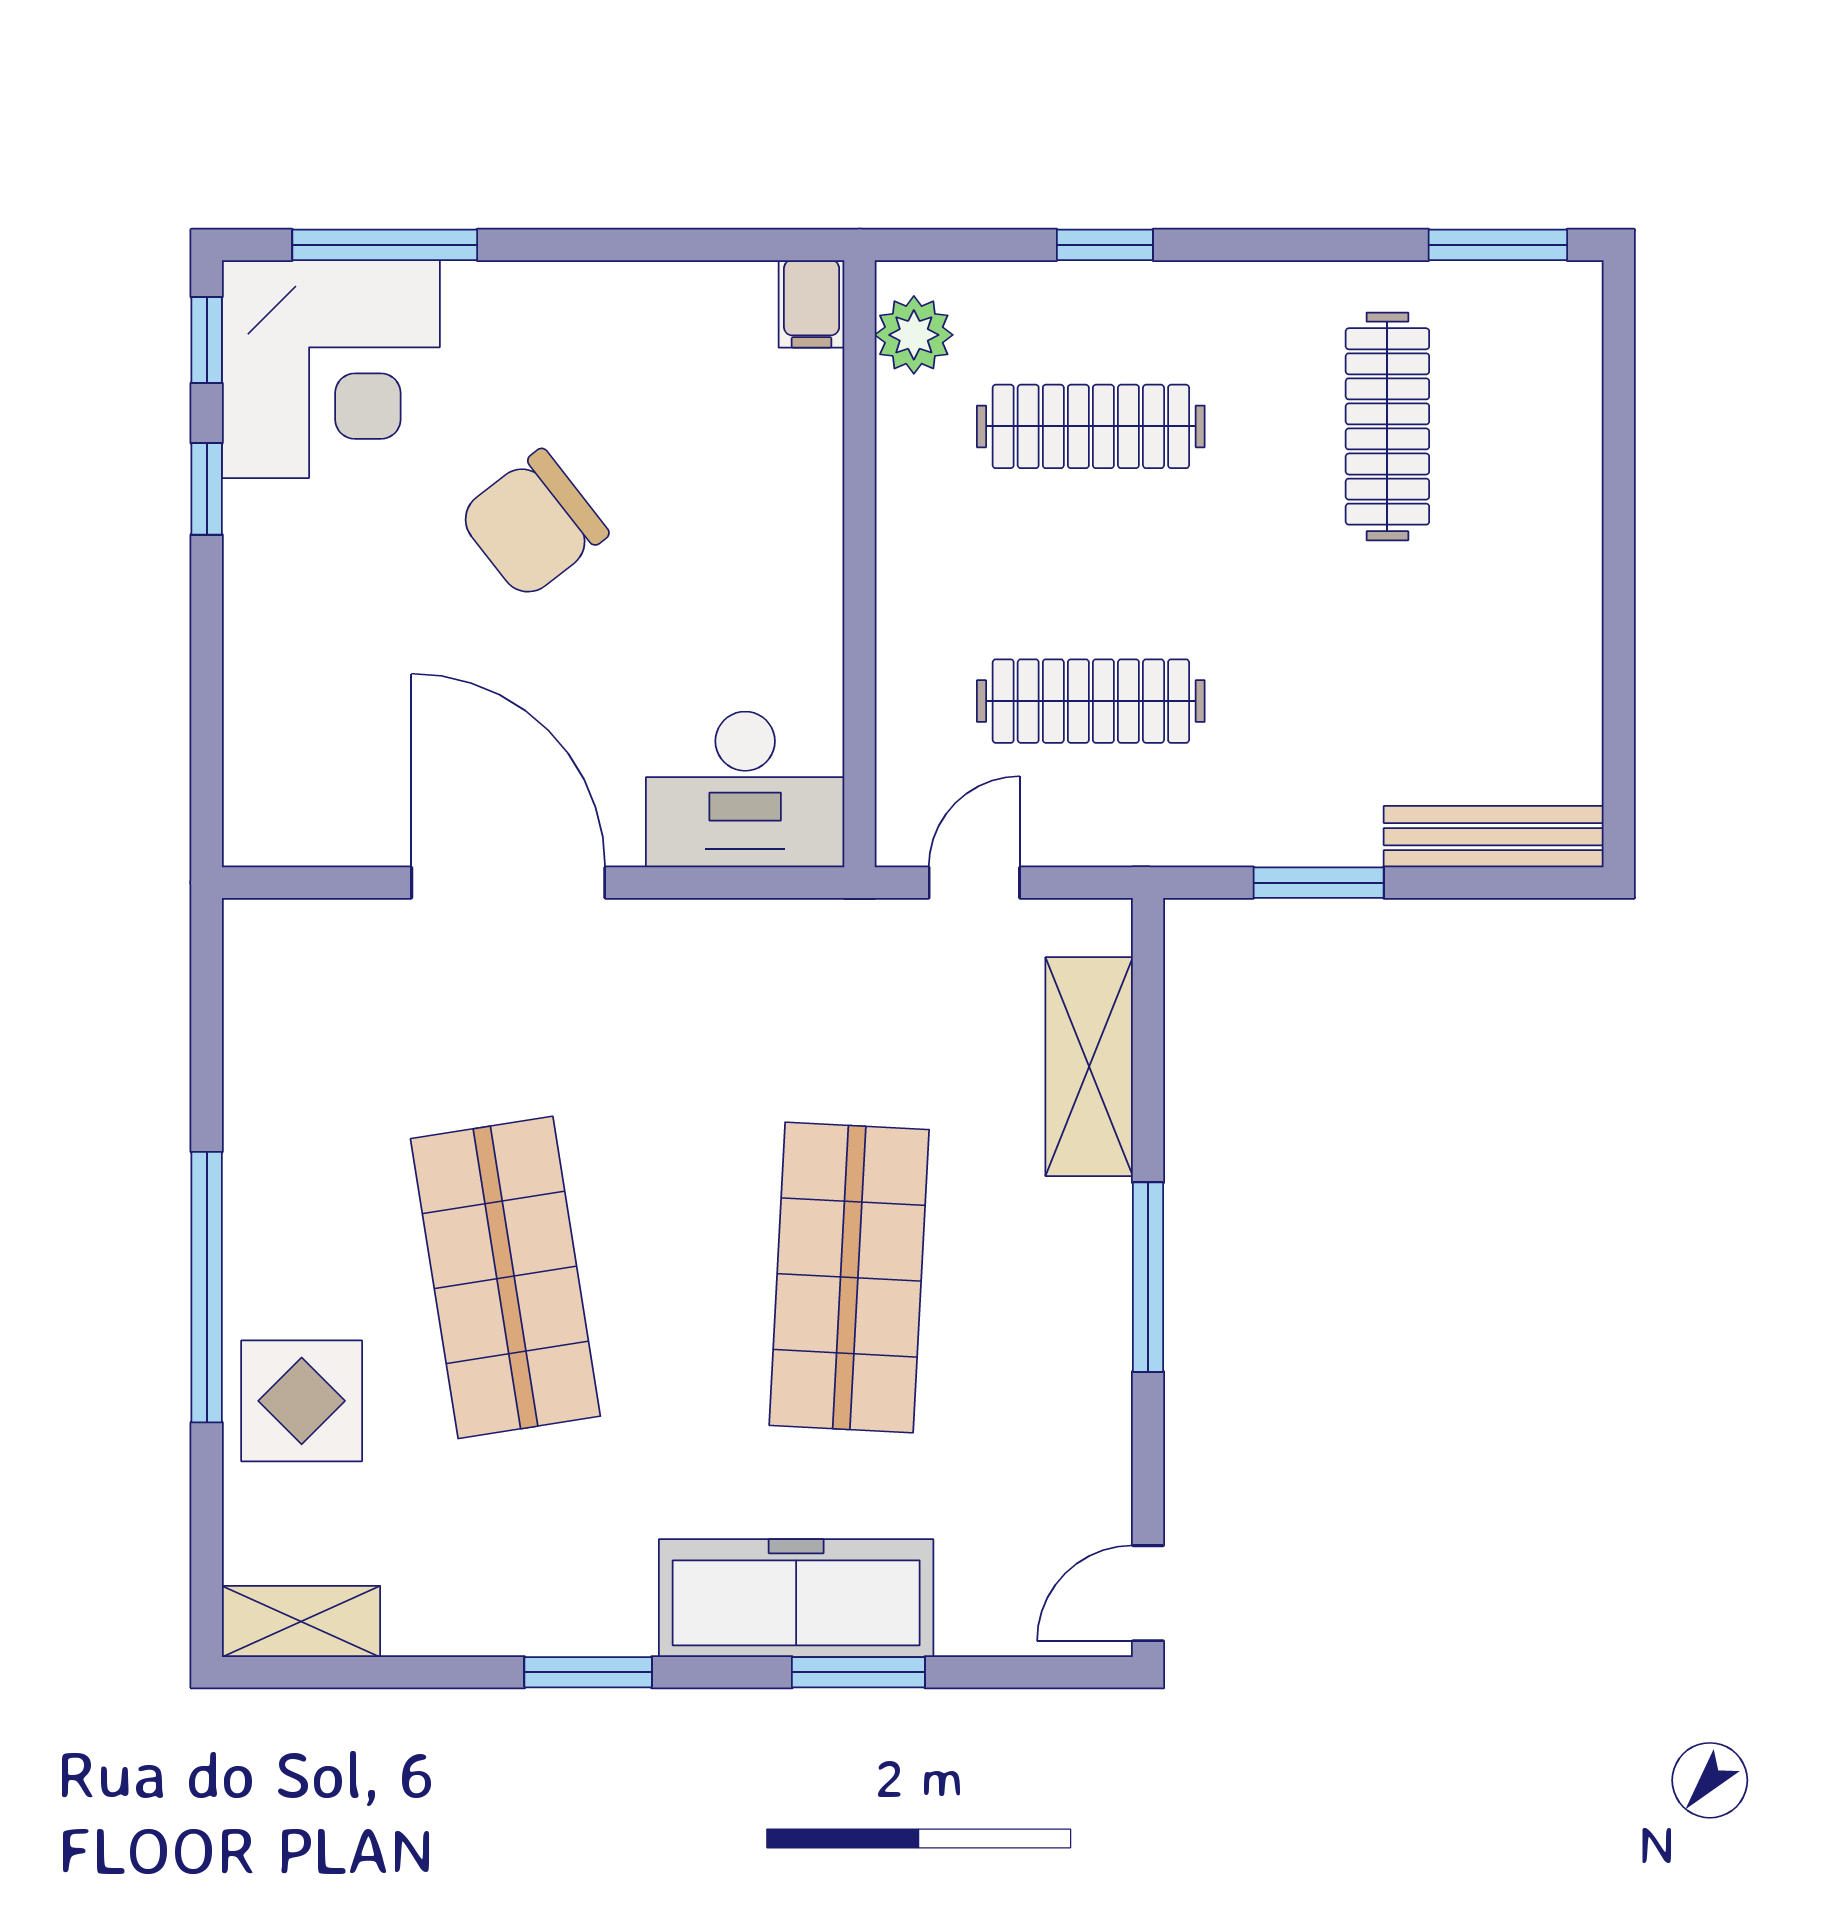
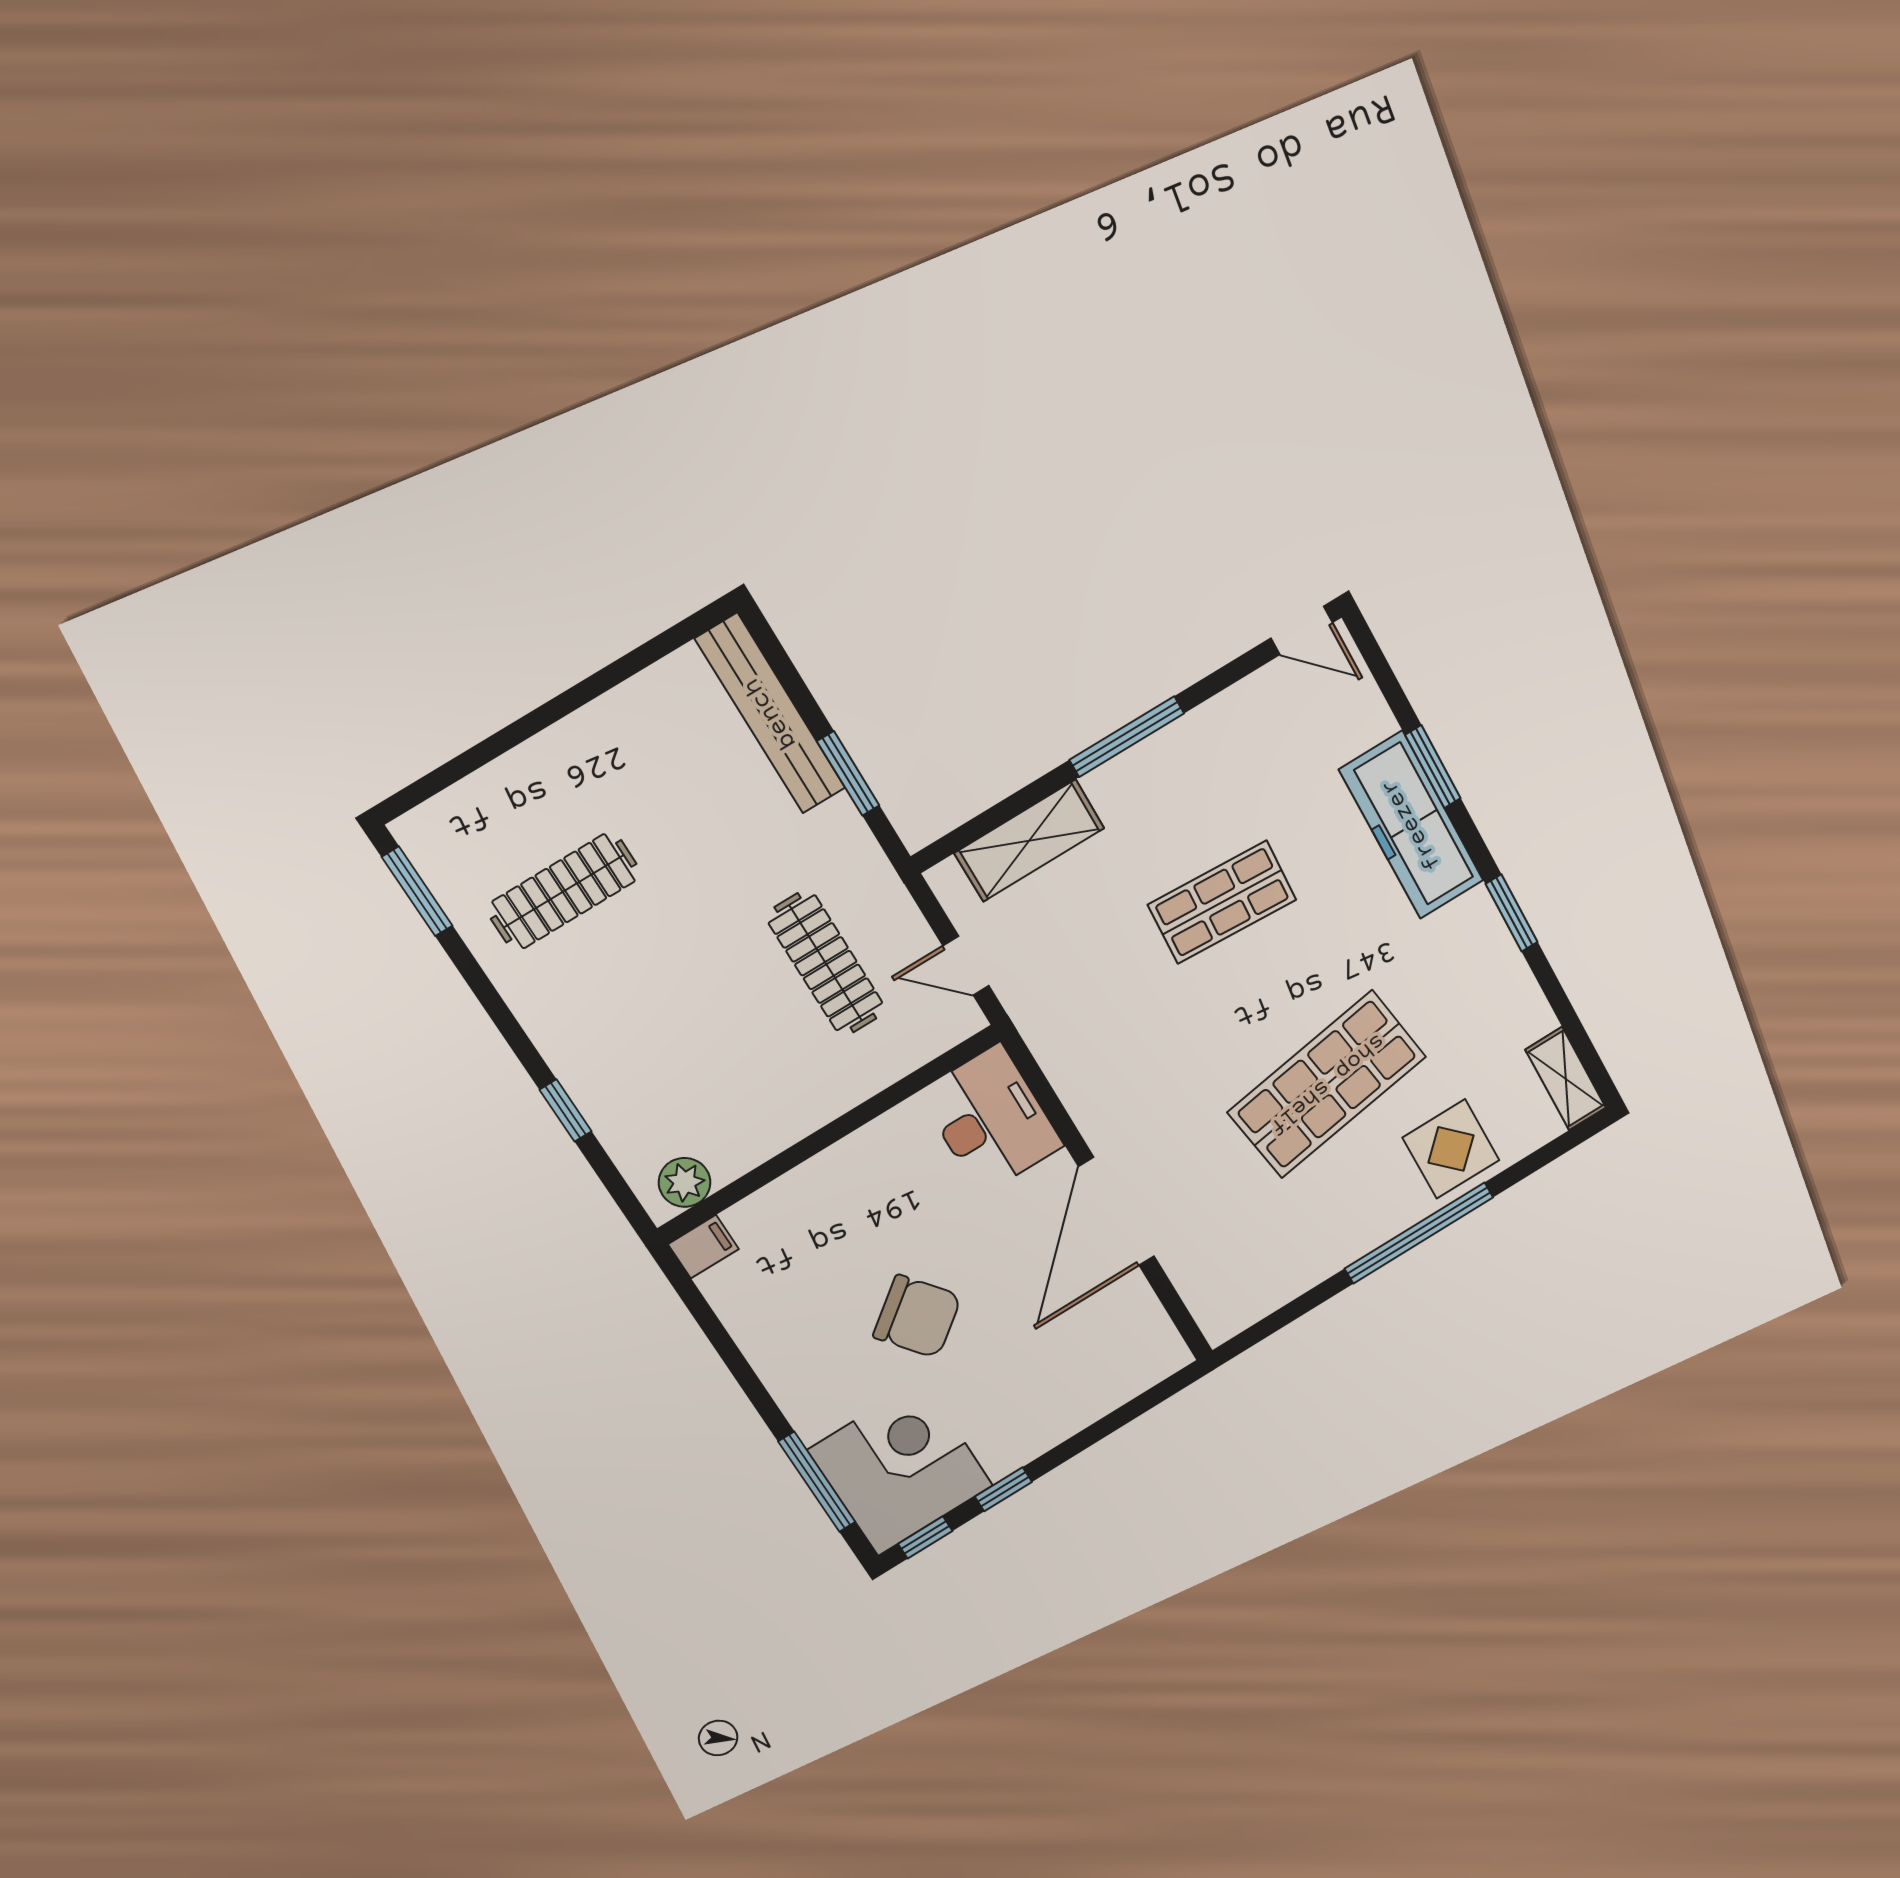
clothes rail: (1091, 426) -> (672, 1056), removed
bench: (1494, 837) -> (770, 714), width x1.37, depth x1.21
shop shelf: (849, 1277) -> (1222, 902), width x0.70, depth x0.74

